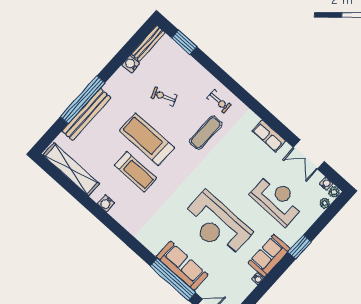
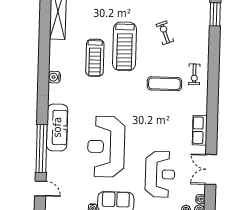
treadmill: (147, 139) -> (124, 46), turned 180
water cooler: (106, 203) -> (54, 77), moved
sofa: (182, 266) -> (57, 127), moved

